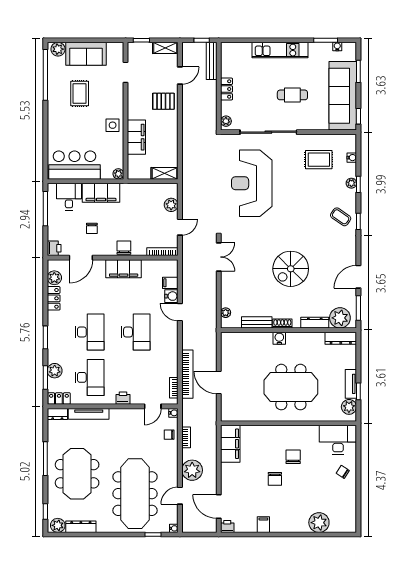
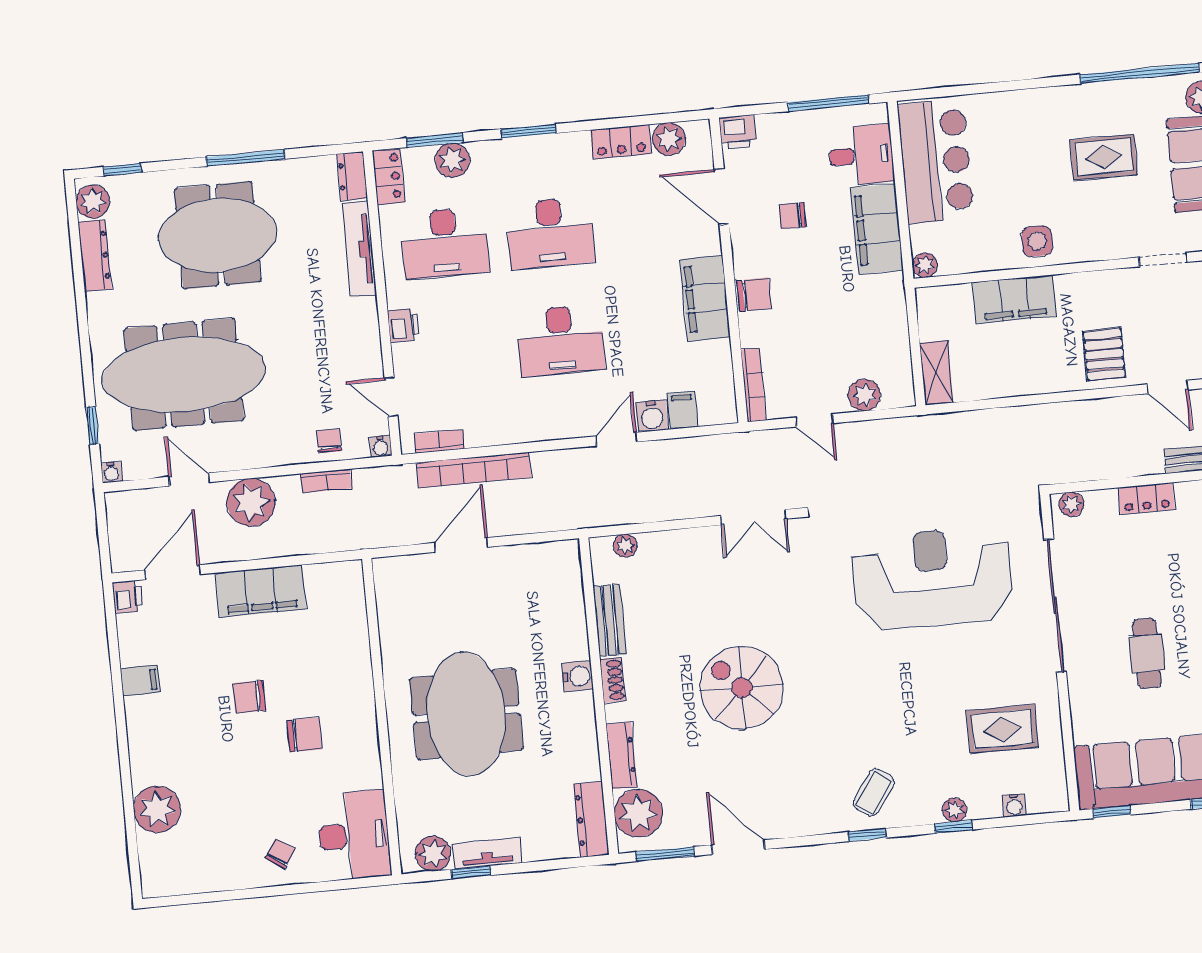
rug: (319, 160) -> (1002, 729), turned 90
filing cabinet: (230, 444) -> (261, 591), moved

